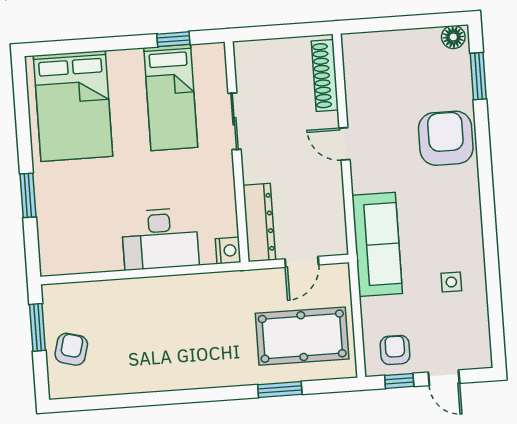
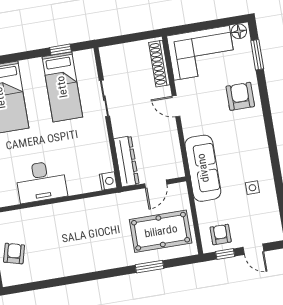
corner sofa: (392, 65) -> (202, 53), added
armchair: (446, 138) -> (240, 96), width x0.73, depth x0.73
desk: (160, 239) -> (41, 182), moved

